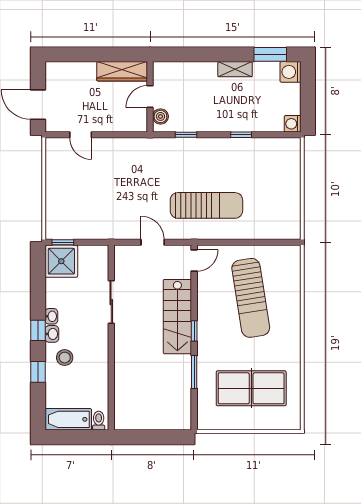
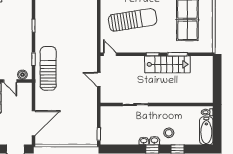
door: (81, 135) -> (34, 123), width x1.88
sun lounger: (206, 205) -> (48, 68), moved
door: (153, 242) -> (99, 79), hinge flipped
shower: (61, 261) -> (110, 135), removed
stairs: (177, 317) -> (167, 64), moved

